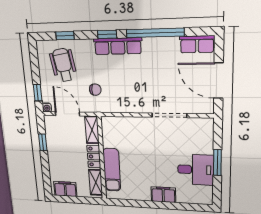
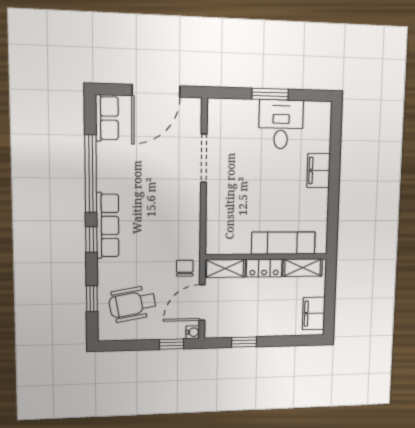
chair: (95, 90) -> (185, 268), moved

